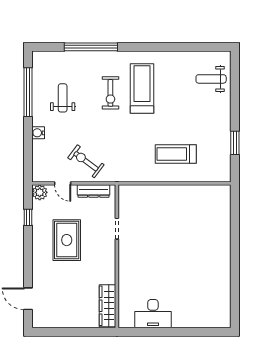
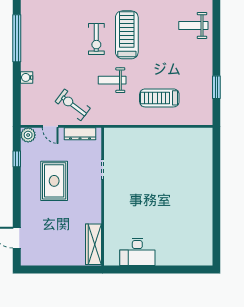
weight bench: (63, 98) -> (112, 80), moved, turned -90

